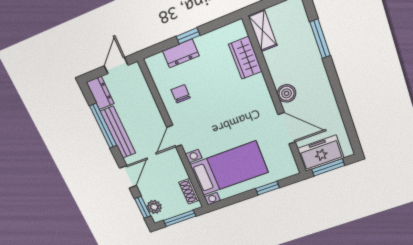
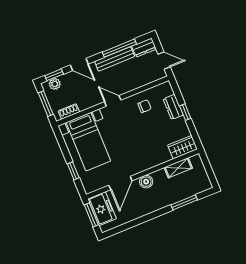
shelving: (263, 31) -> (178, 168), moved
wardrobe: (245, 58) -> (182, 147), moved

